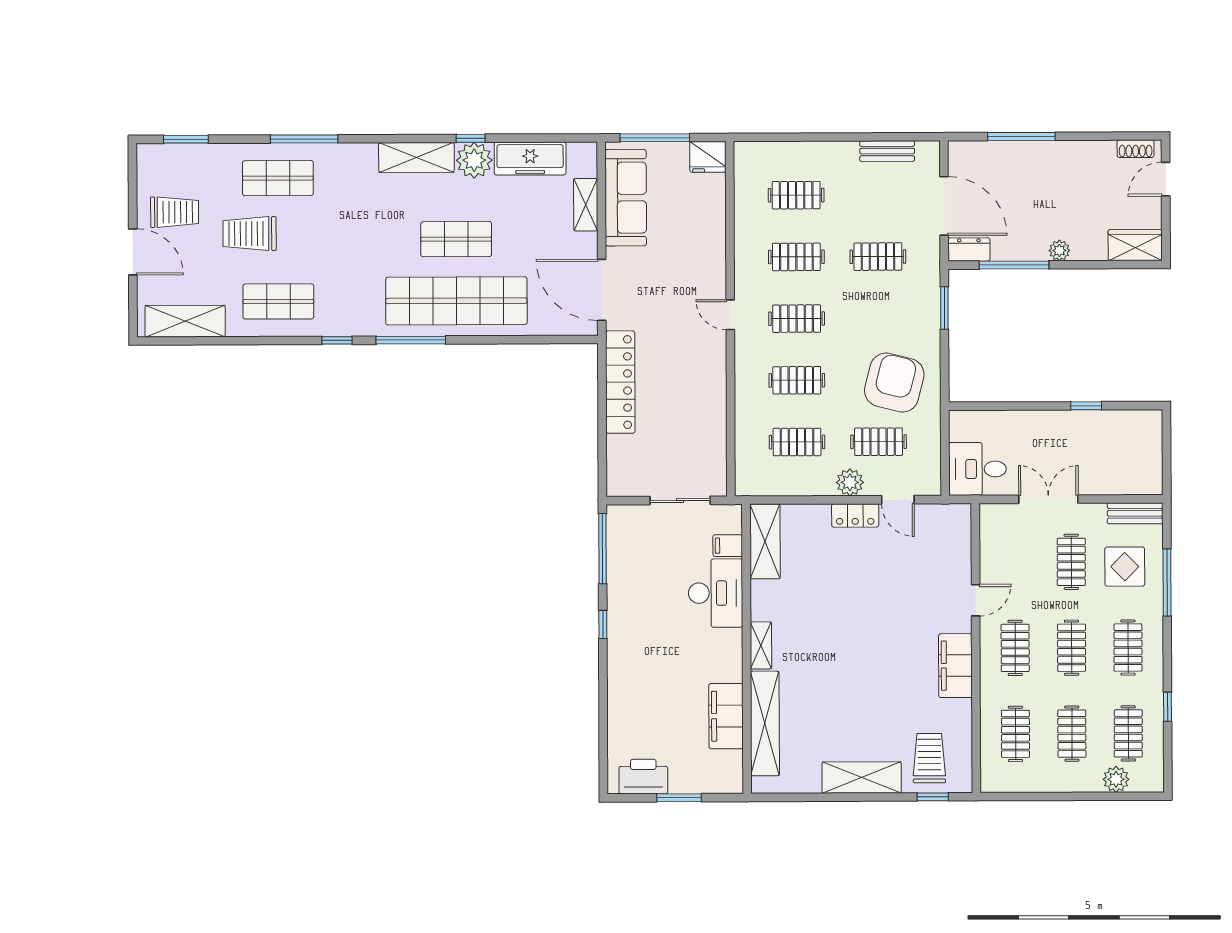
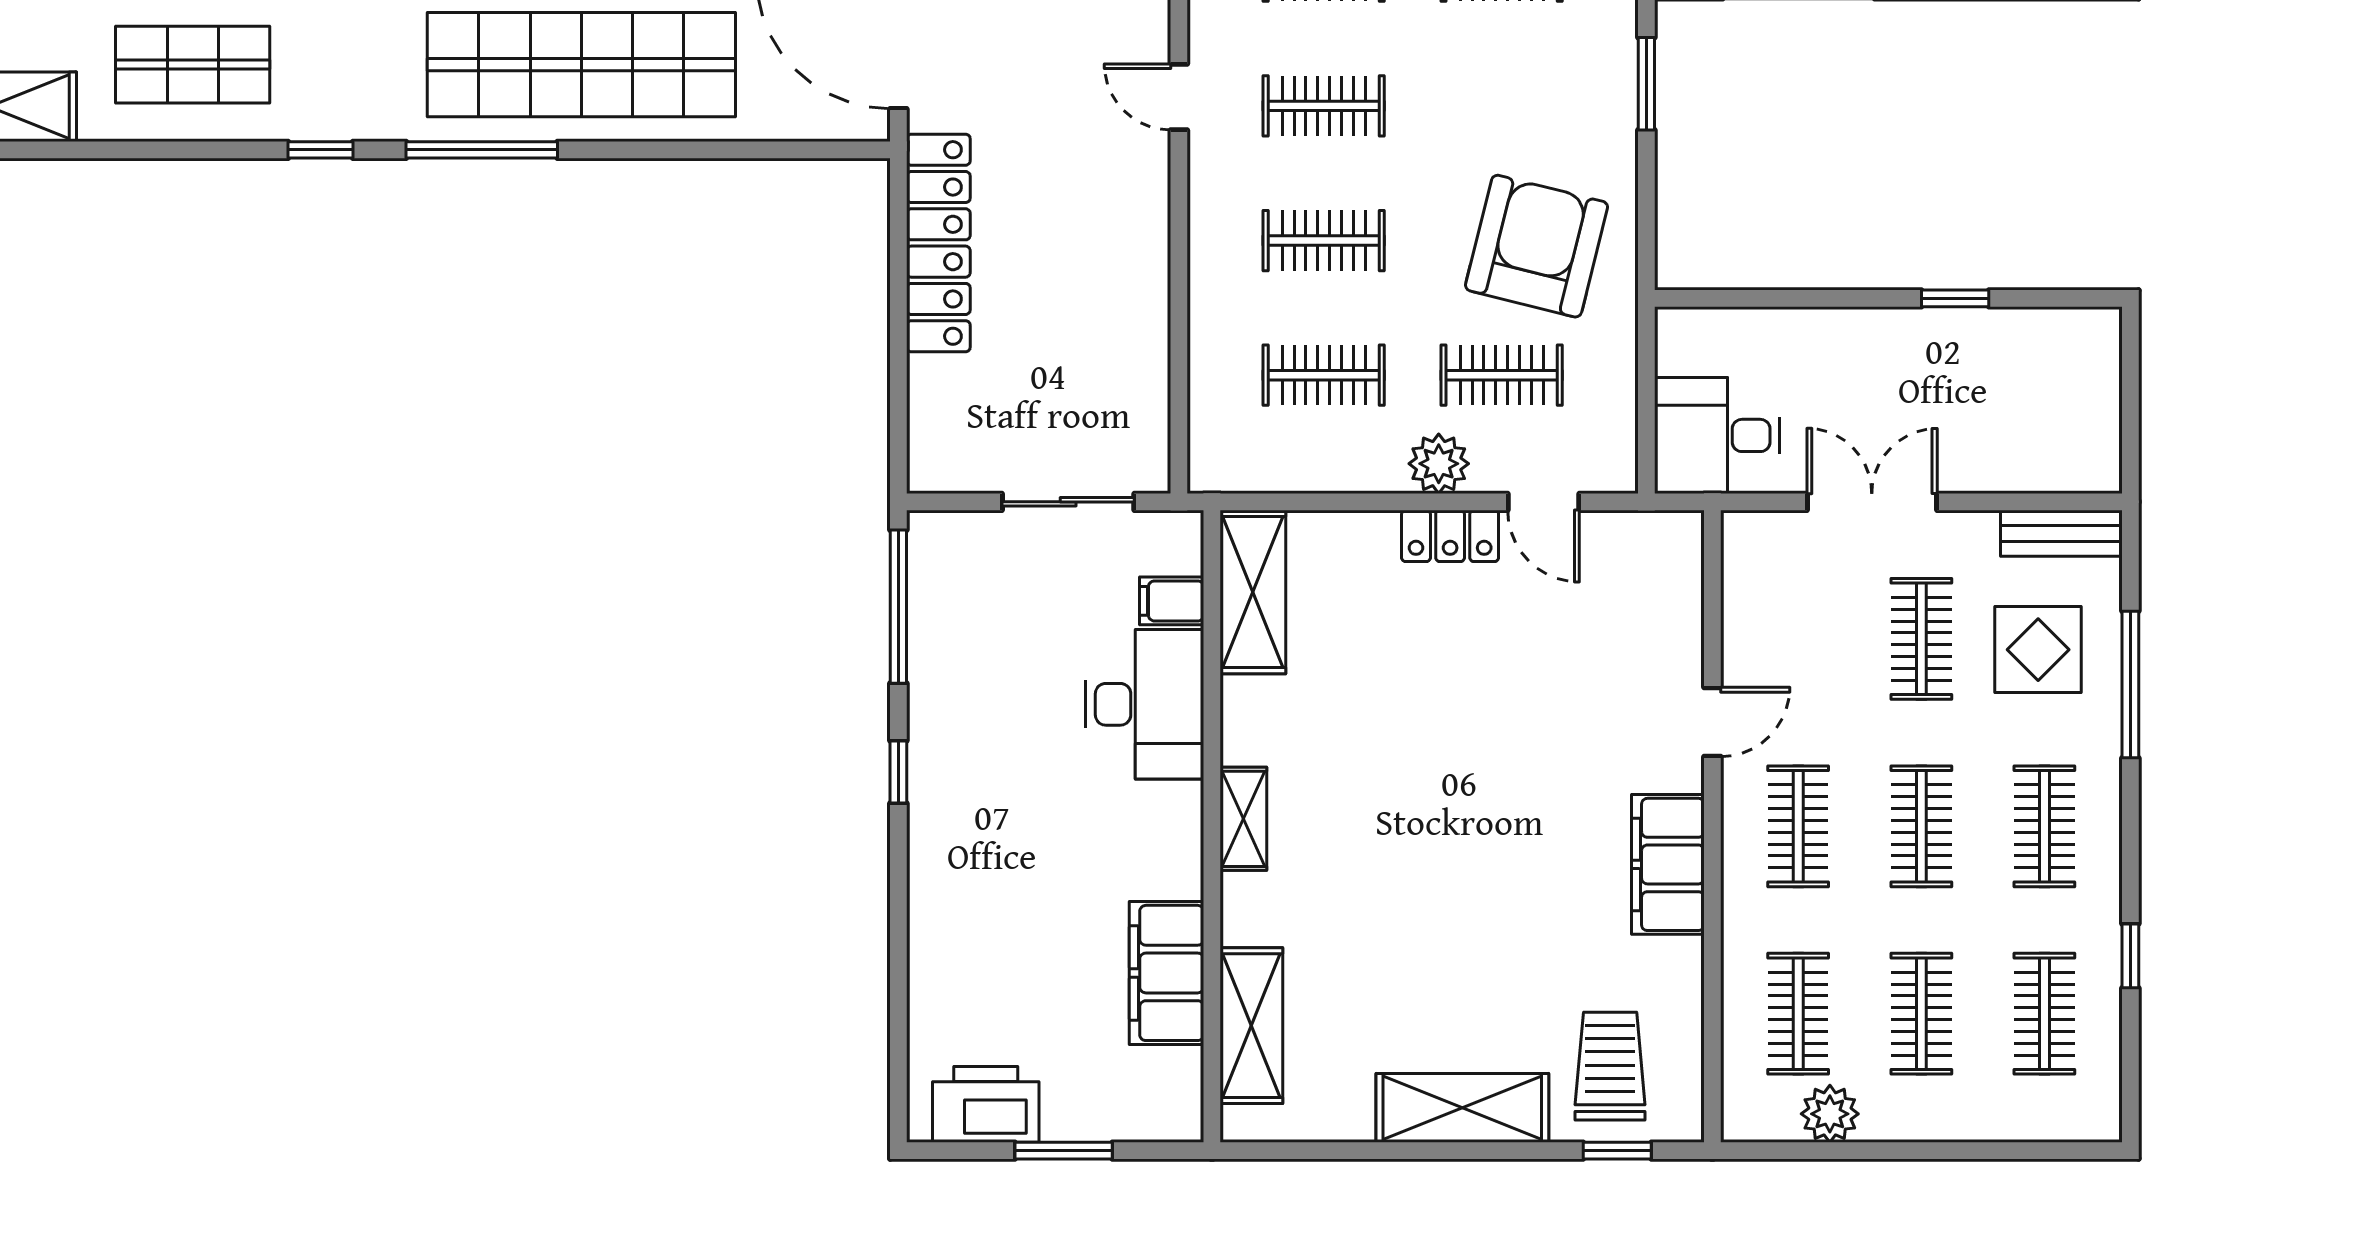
shelving: (765, 723) -> (1251, 1026), width x0.68
plant: (1116, 779) -> (1830, 1114), moved

